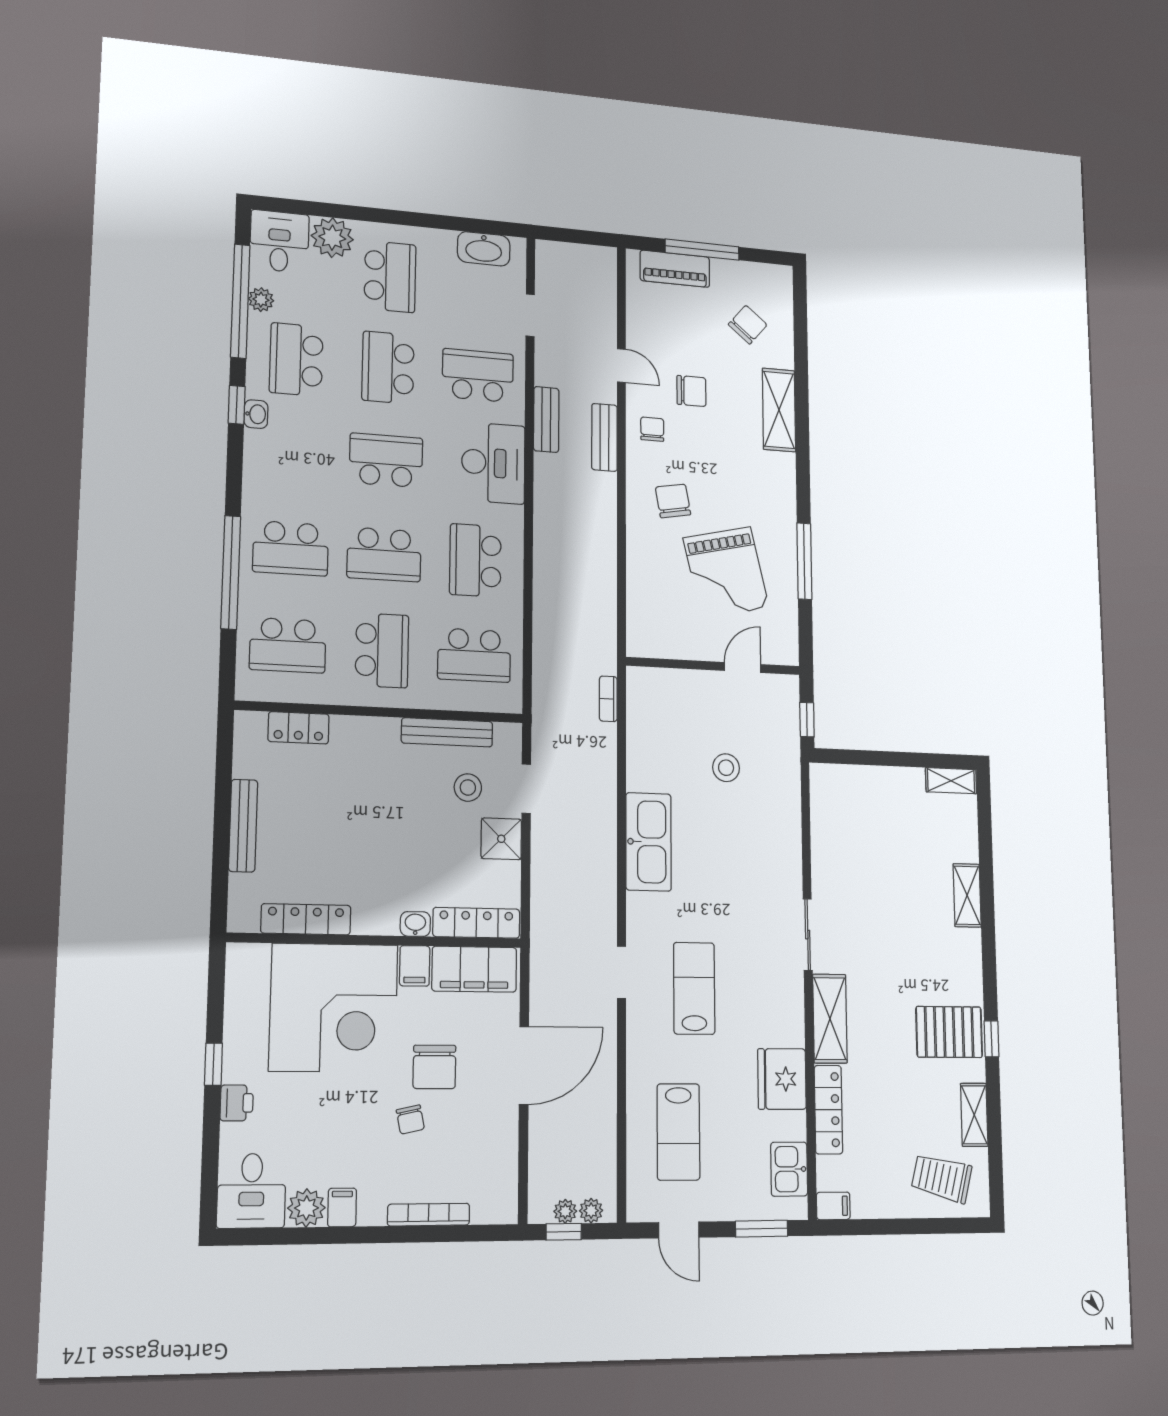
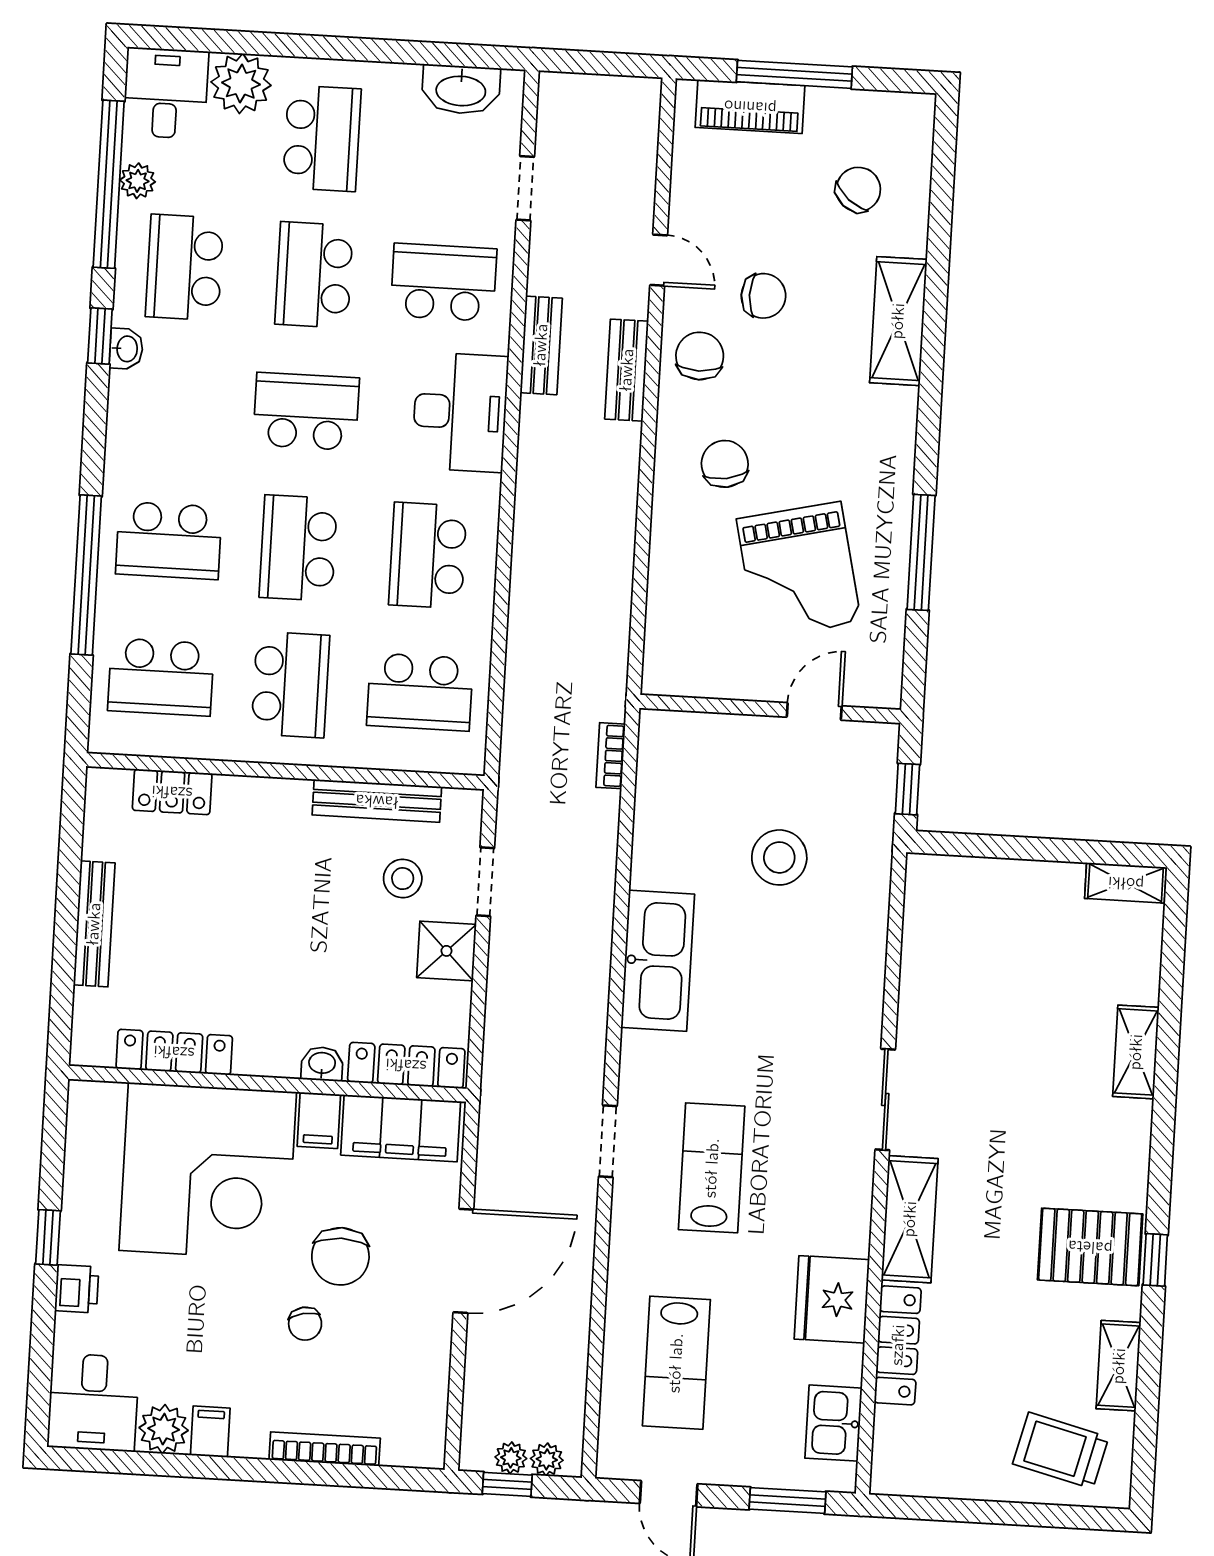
chair: (652, 429) -> (700, 356), width x1.37, depth x1.37
school desk: (384, 554) -> (298, 548), turned 90
stool: (726, 768) -> (779, 857), width x1.38, depth x1.38
filing cabinet: (833, 1206) -> (895, 1477), removed

